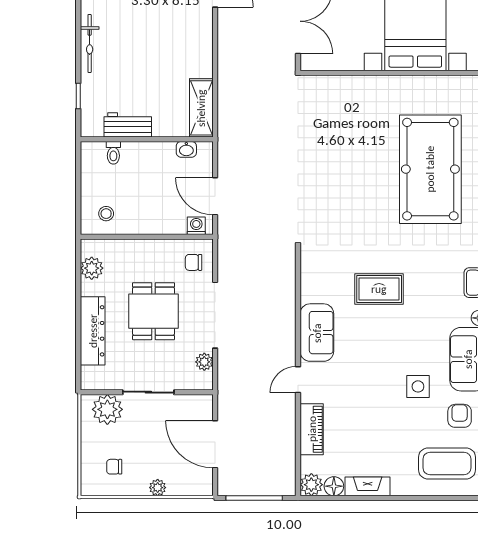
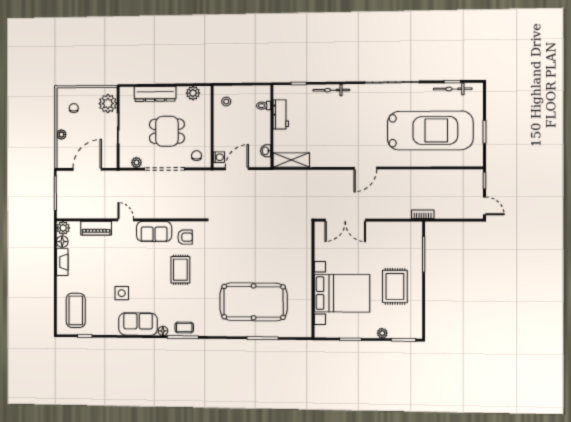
armchair: (460, 416) -> (185, 237), moved

